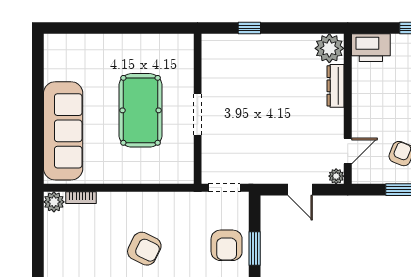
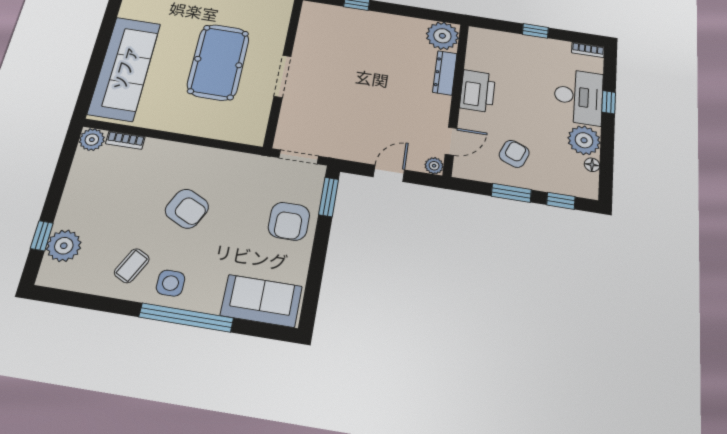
printer: (371, 48) -> (478, 91), moved, turned -90
door: (300, 190) -> (389, 173), swing flipped
window: (255, 249) -> (329, 197), moved

